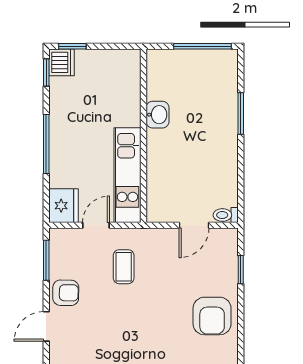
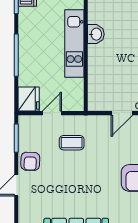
kitchen unit: (127, 175) -> (74, 43), moved
coffee table: (124, 267) -> (72, 143), turned 90
armchair: (66, 293) -> (30, 161), turned 91

